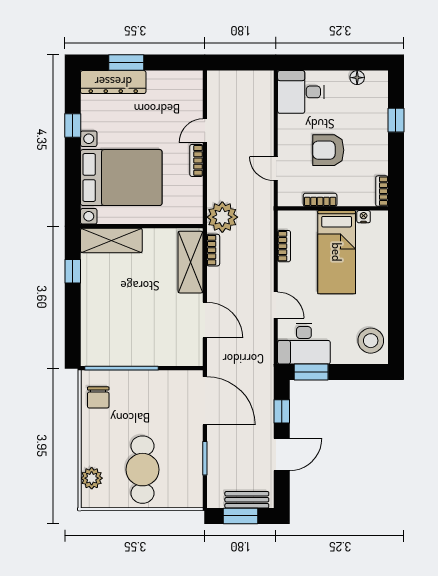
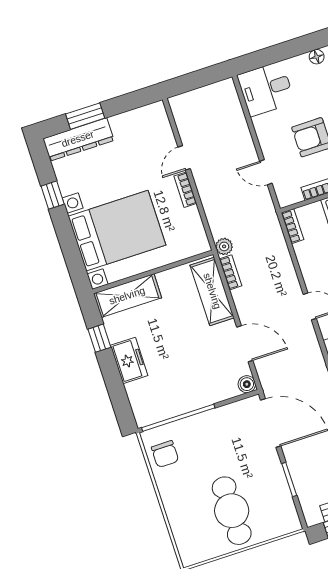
plant: (222, 217) -> (224, 246), width x0.53, depth x0.53
bookcase: (284, 246) -> (293, 226), moved
freezer: (93, 301) -> (129, 360), added
boiler: (195, 358) -> (247, 384), added
plant: (92, 478) -> (184, 535), removed

